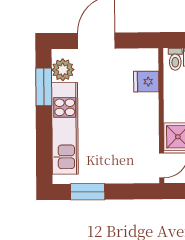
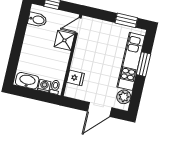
window: (44, 87) -> (143, 64), moved

